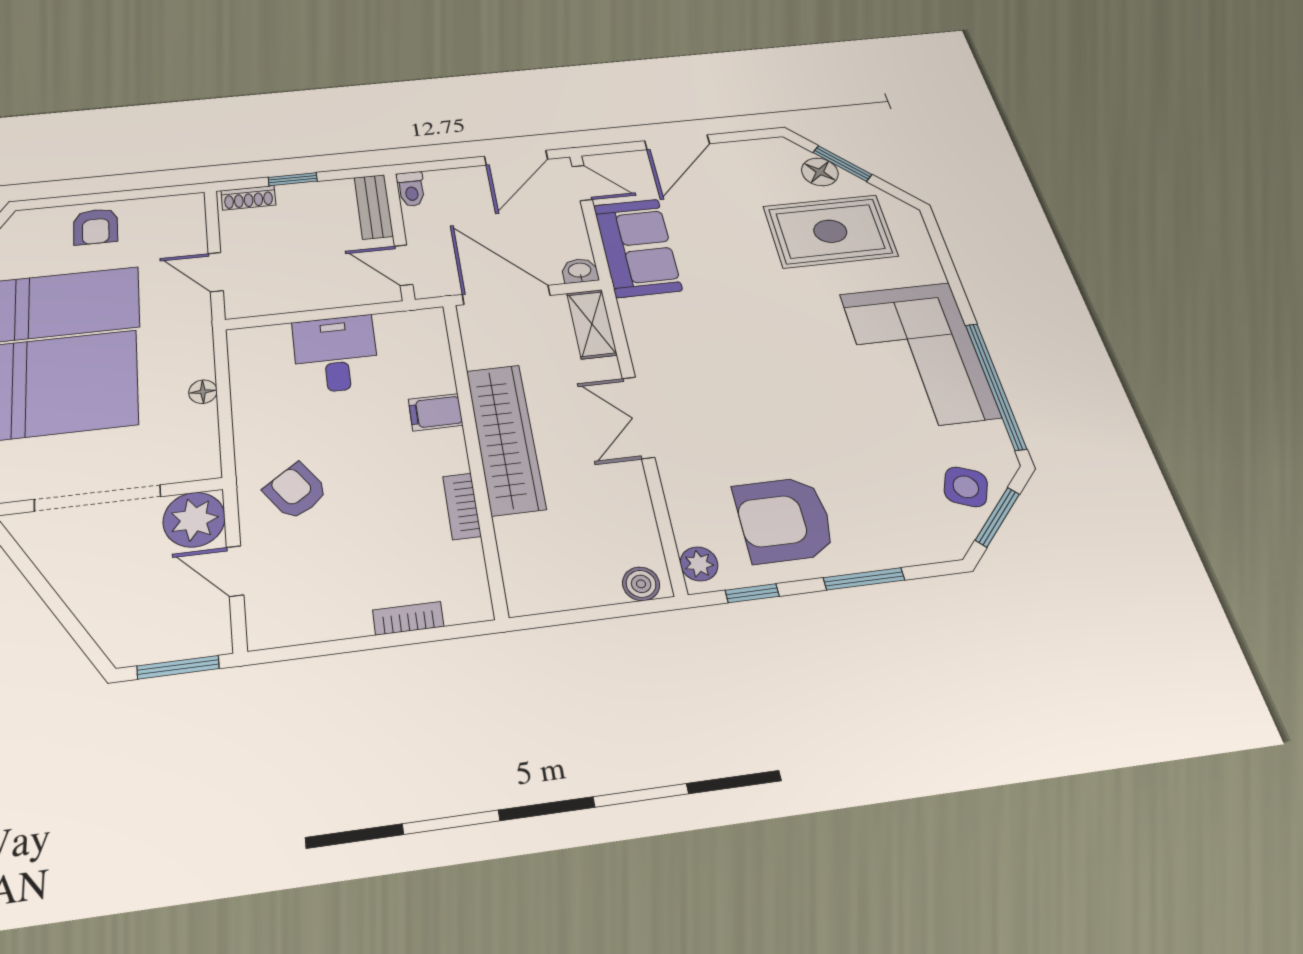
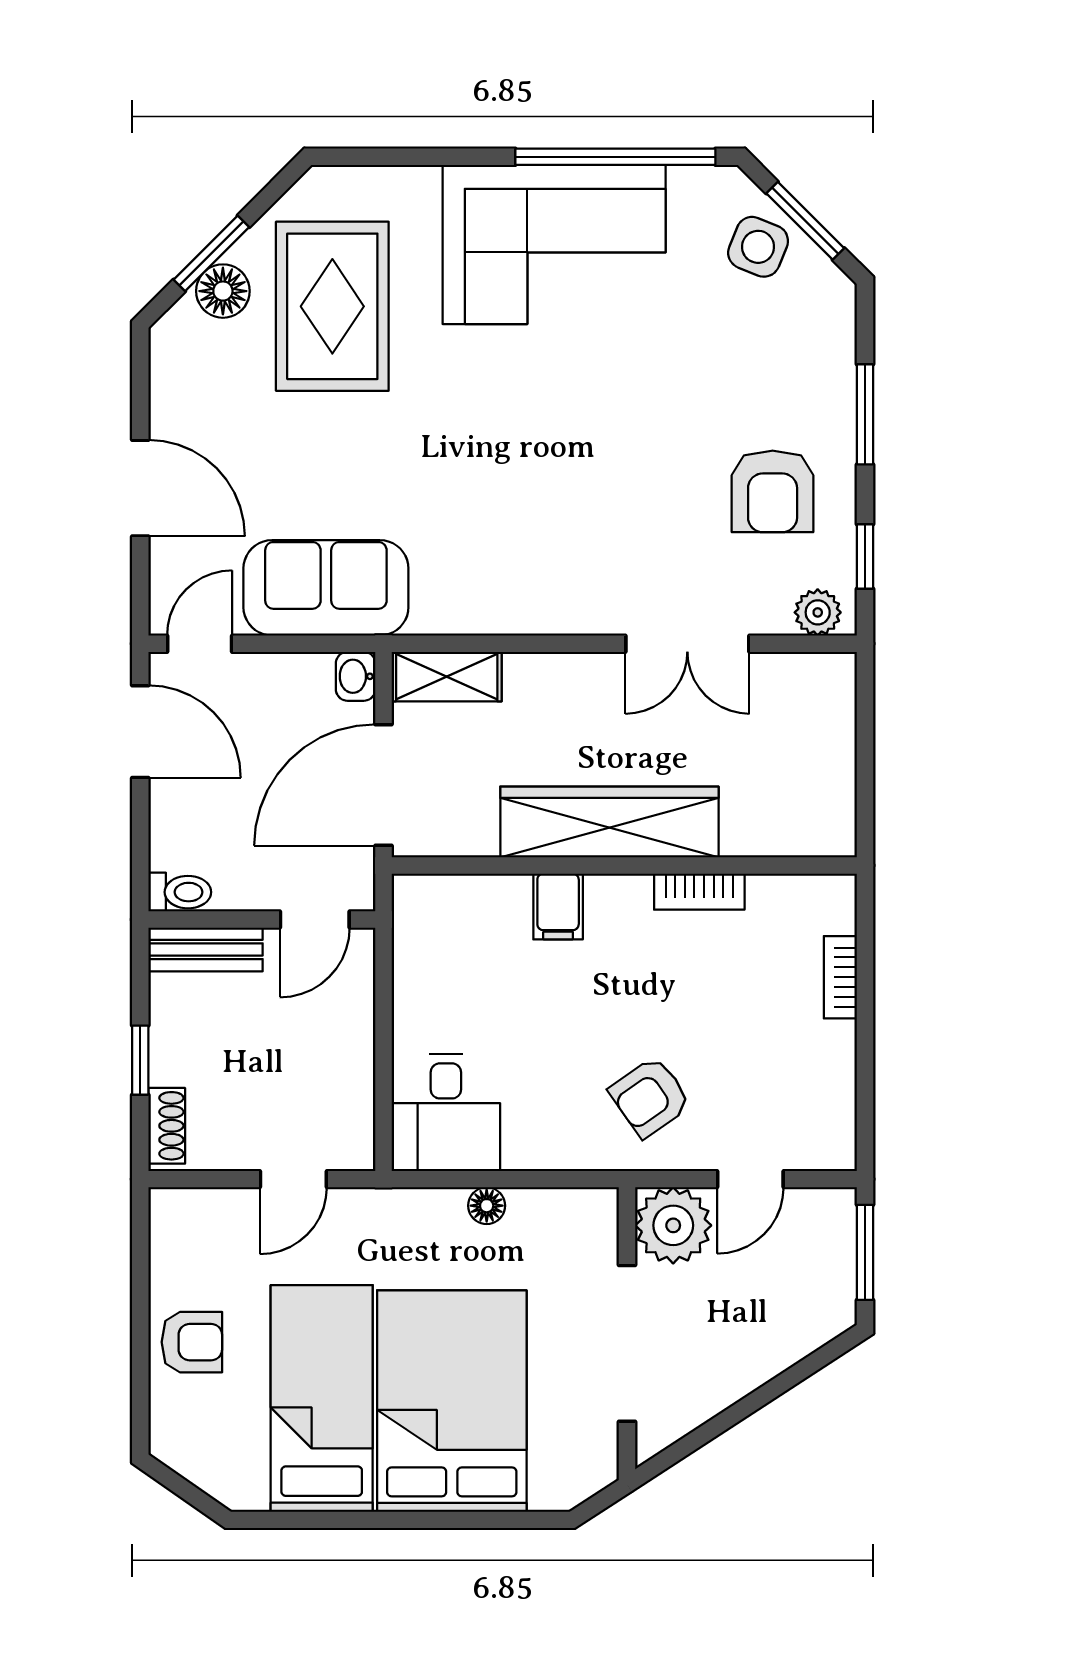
desk: (336, 354) -> (446, 1113), moved, turned -90
double door: (638, 417) -> (687, 644), moved
armchair: (784, 520) -> (773, 491), width x0.73, depth x0.73
boiler: (641, 584) -> (834, 689), removed

